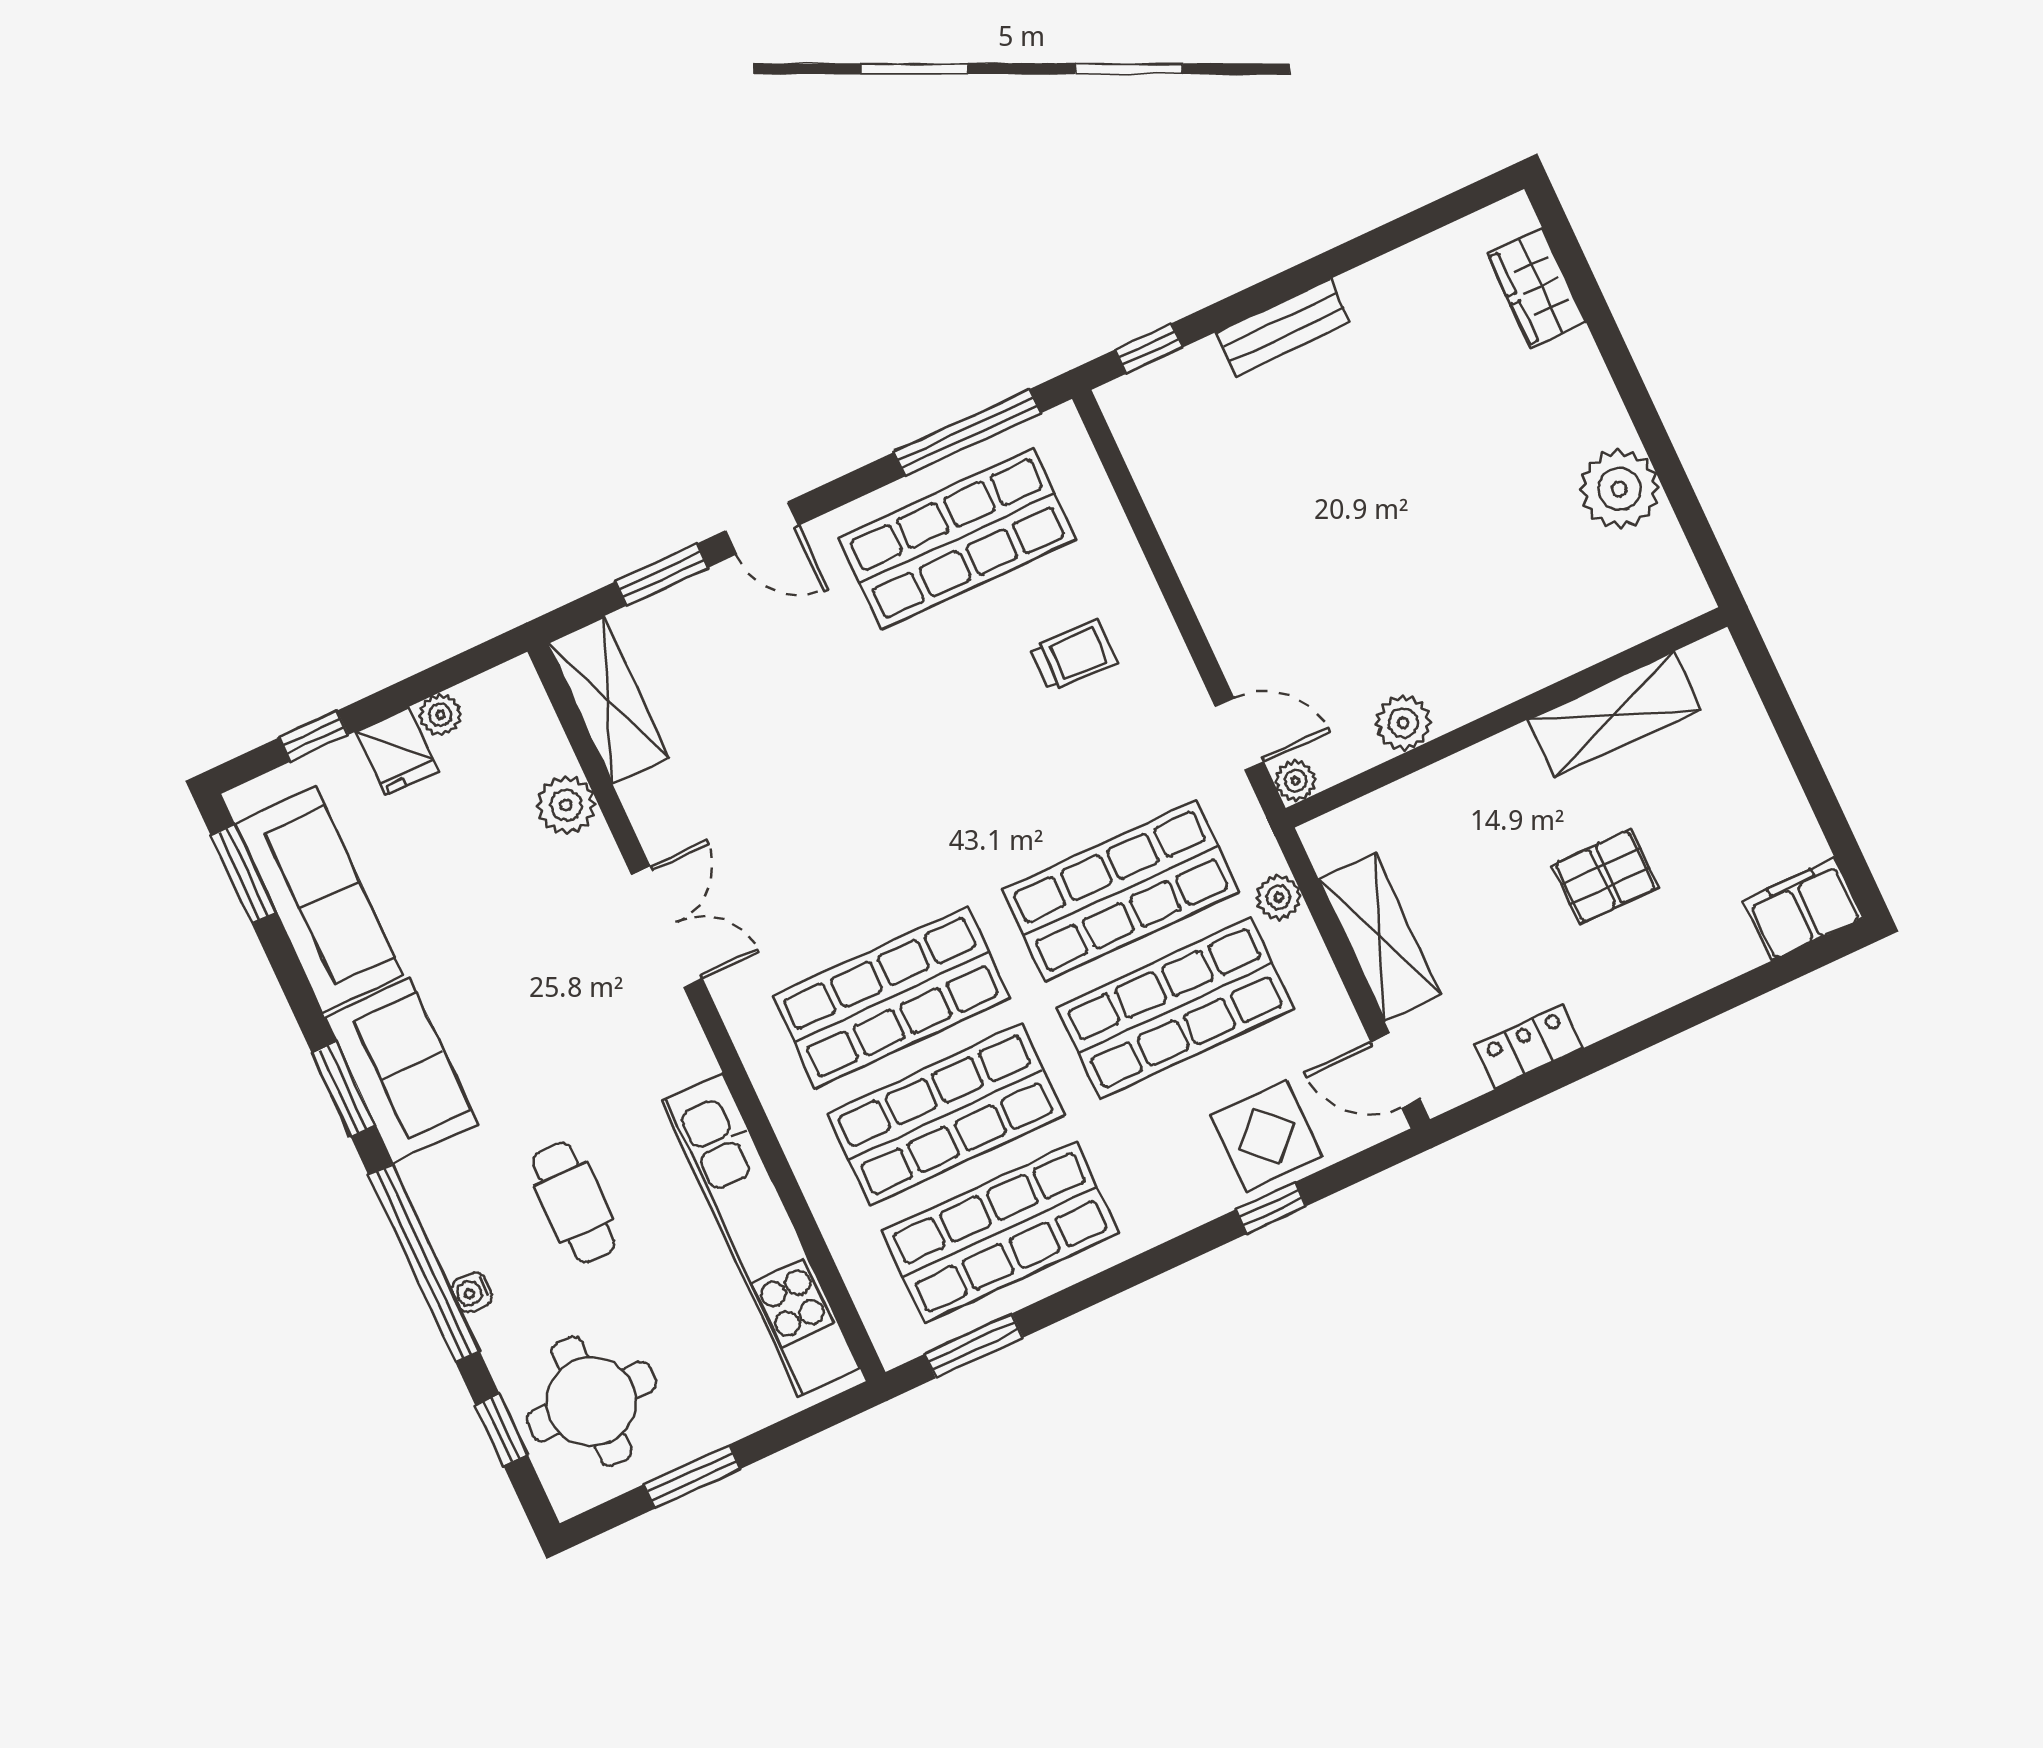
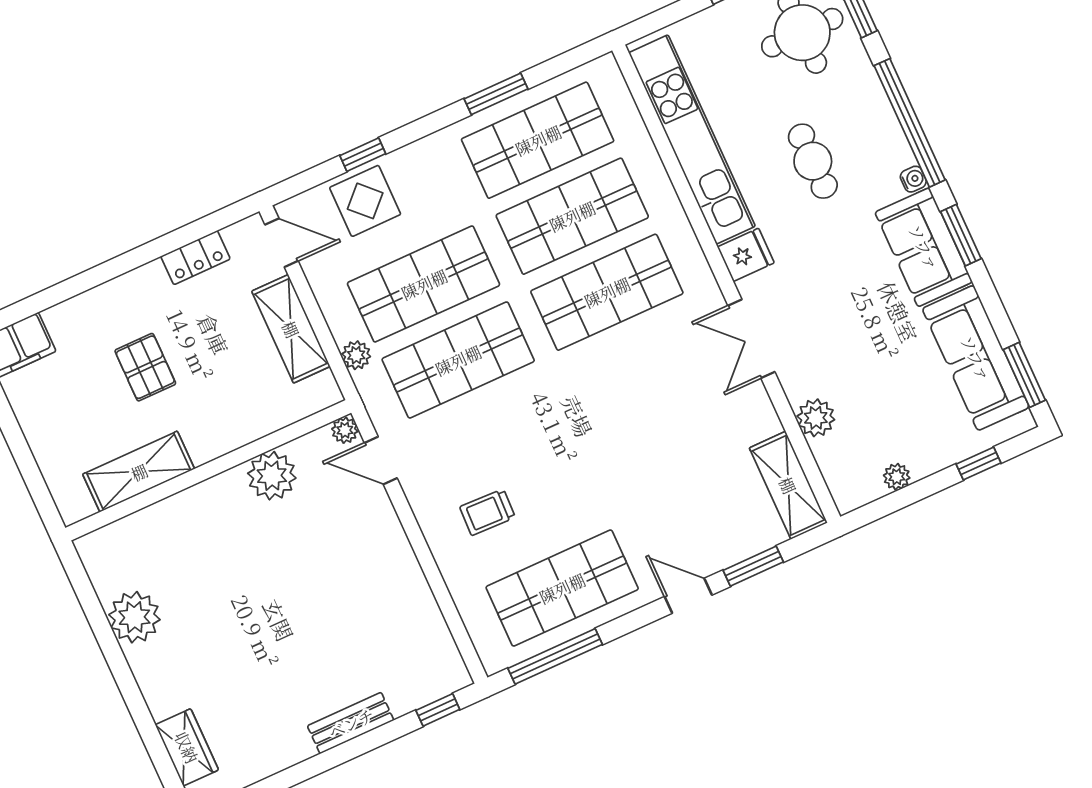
plant: (1403, 723) -> (272, 476), width x1.36, depth x1.36
fridge: (397, 751) -> (746, 255), moved, turned 90
pallet: (1605, 876) -> (145, 367), turned 90
water cooler: (472, 1292) -> (913, 179), moved
window: (974, 1346) -> (496, 94), moved

